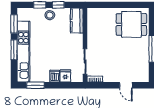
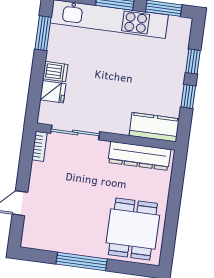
stool: (50, 15) -> (171, 78), removed
dresser: (93, 26) -> (139, 156), added

